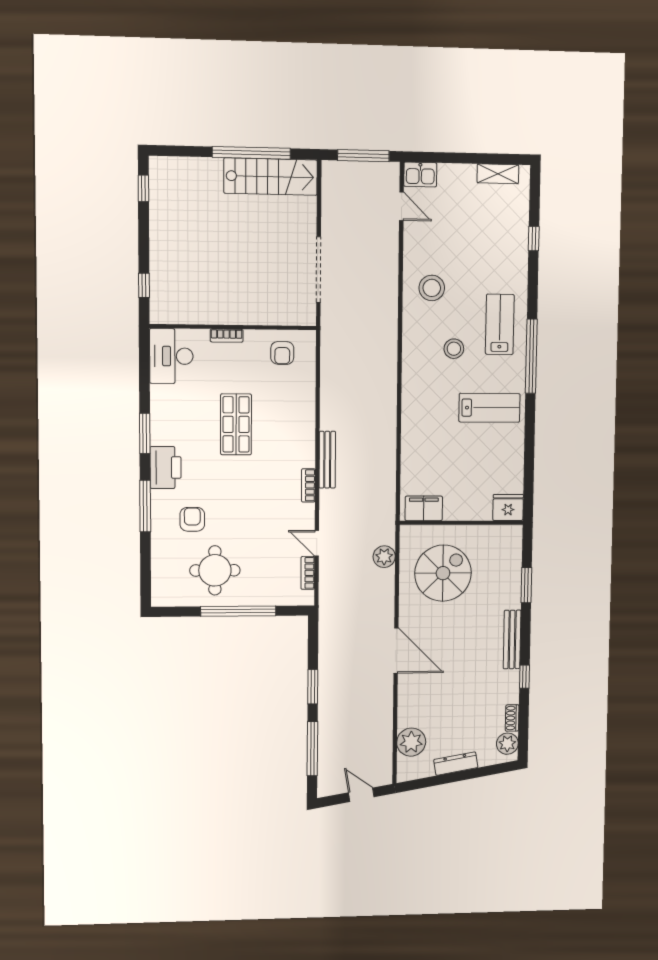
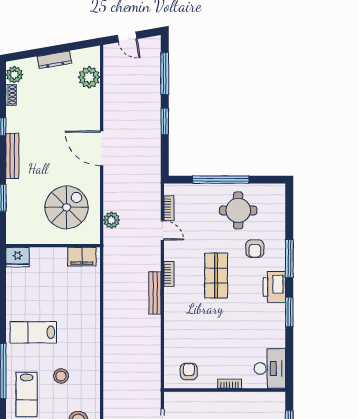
shop shelf: (236, 424) -> (216, 276), moved
spiral stairs: (443, 573) -> (67, 207), turned 180

